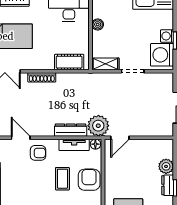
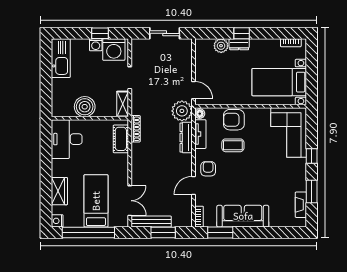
boiler: (98, 24) -> (85, 107), width x1.86, depth x1.86
shoe rack: (42, 77) -> (136, 129), moved

